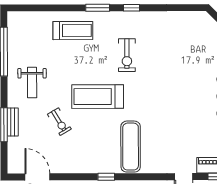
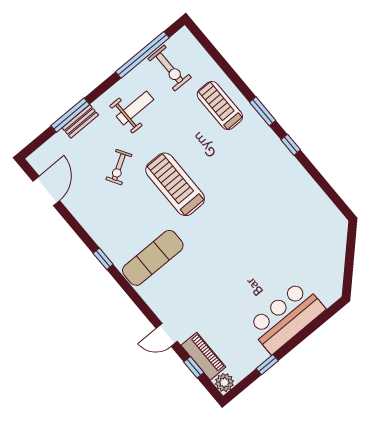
treadmill: (73, 31) -> (220, 106), turned 180
exercise bike: (127, 55) -> (170, 68), moved, turned -90
weight bench: (32, 82) -> (135, 108), turned 180

